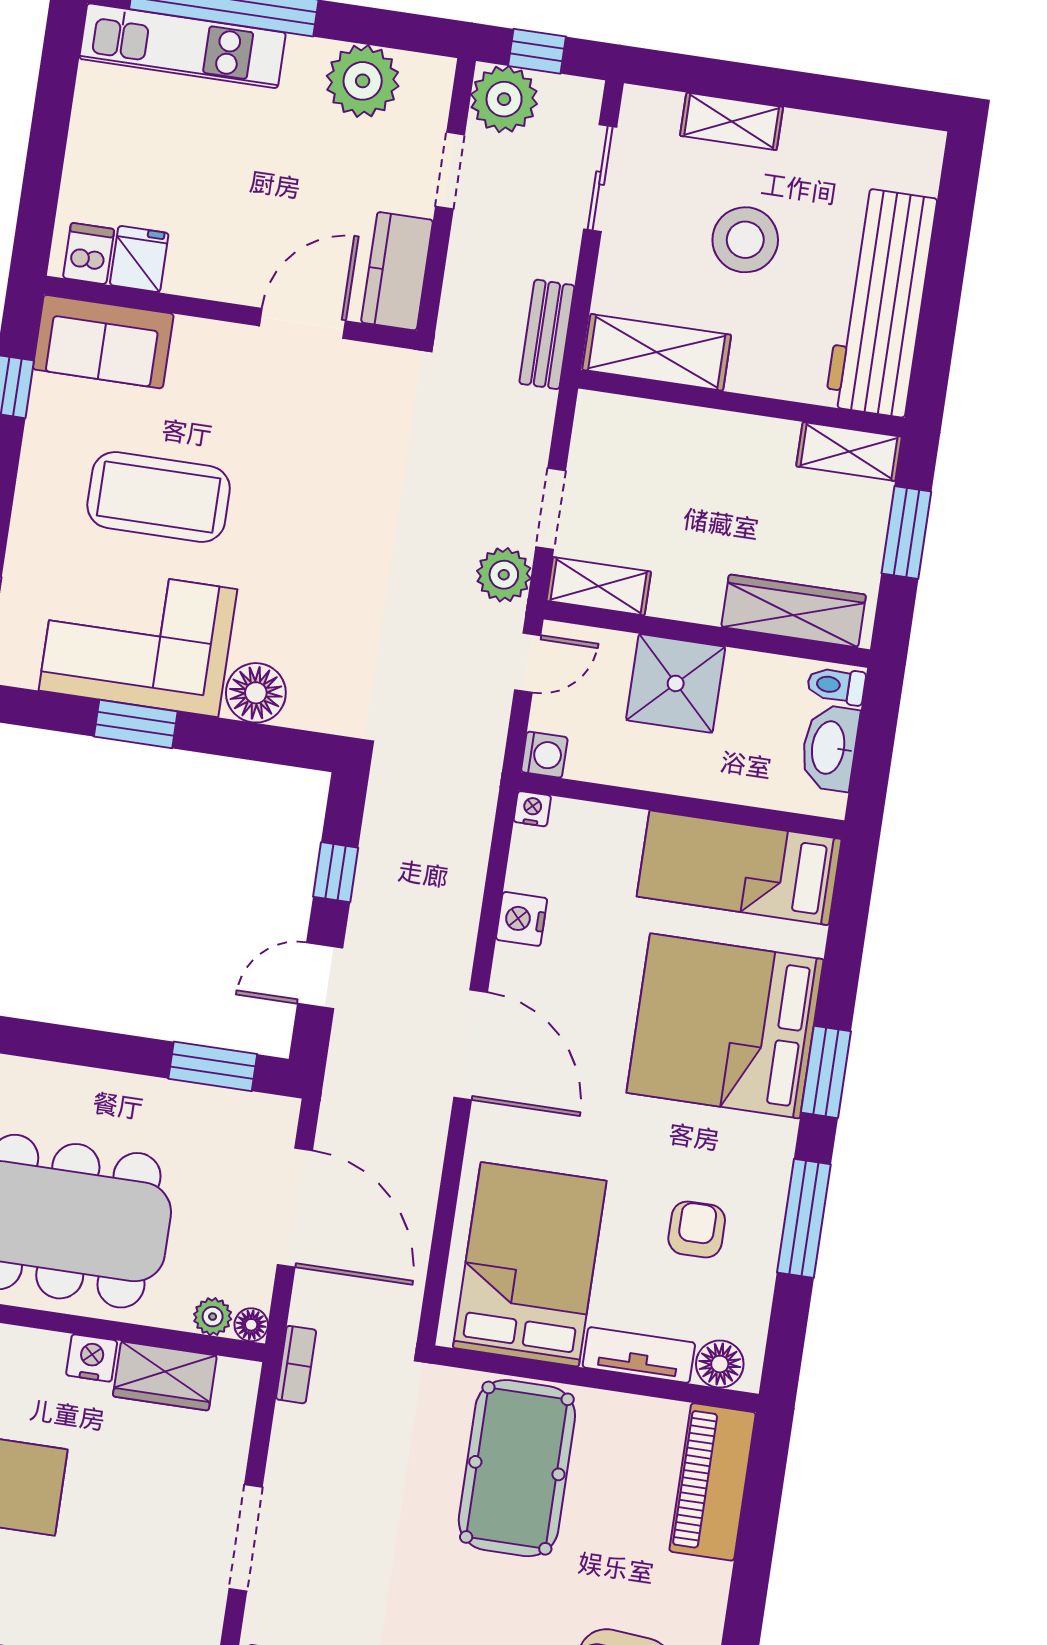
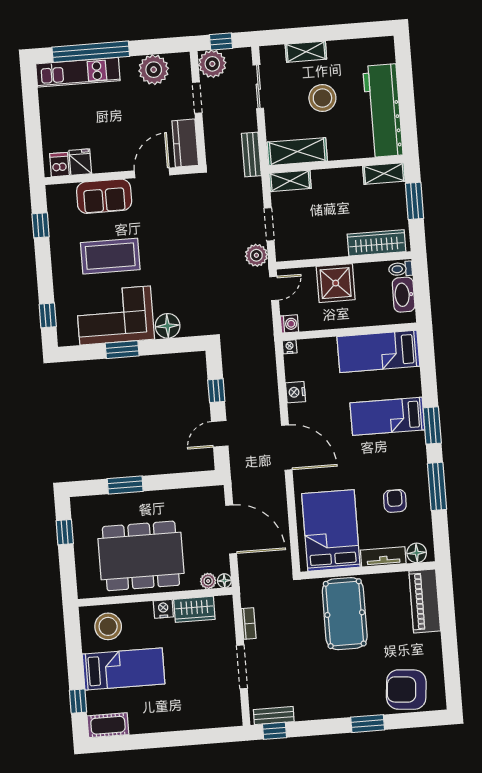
sofa: (103, 342) -> (104, 196), moved
shelving: (599, 586) -> (290, 181), moved
bed: (725, 1026) -> (387, 416), width x0.49
window: (213, 1066) -> (125, 485), moved
bookcase: (296, 1365) -> (249, 624), moved

